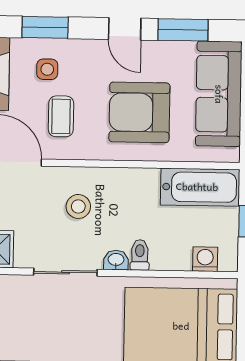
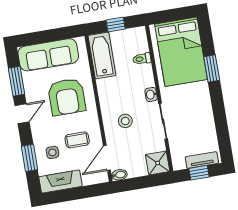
toilet: (140, 255) -> (142, 59), moved
washing machine: (205, 259) -> (141, 45), removed

